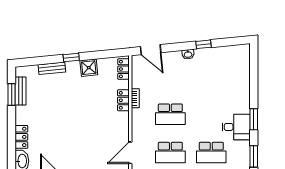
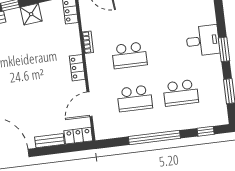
locker: (123, 100) -> (77, 68), moved
desk: (236, 127) -> (203, 41), moved

